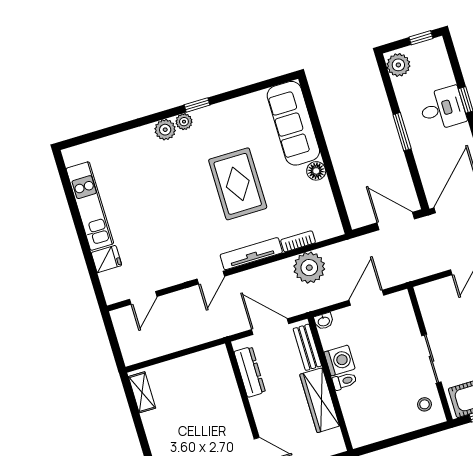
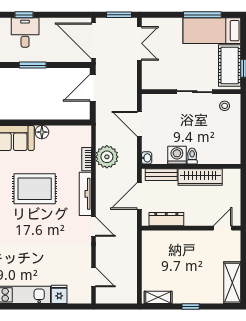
window: (143, 439) -> (191, 306), added

